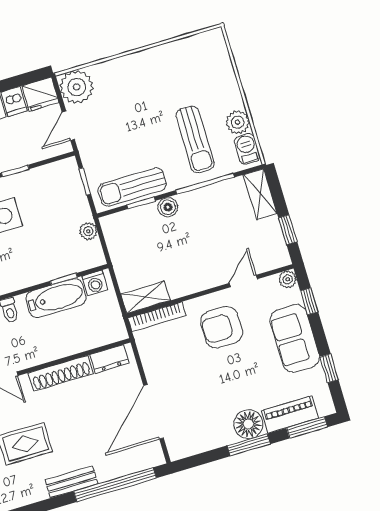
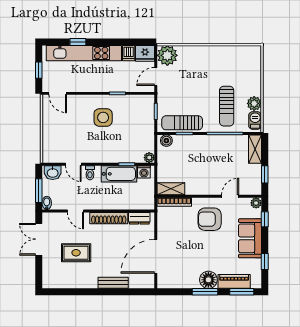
boiler: (168, 207) -> (166, 141), moved
plant: (88, 231) -> (149, 158), moved
bench: (72, 482) -> (113, 283), moved
window: (115, 485) -> (121, 292), removed

